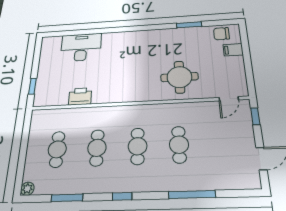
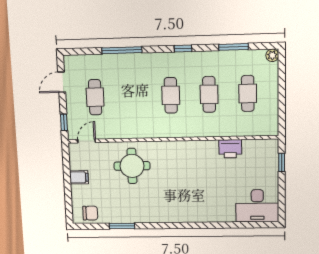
desk: (81, 47) -> (257, 206), moved
filing cabinet: (233, 50) -> (79, 177), moved
cafe table: (179, 145) -> (95, 97), moved

